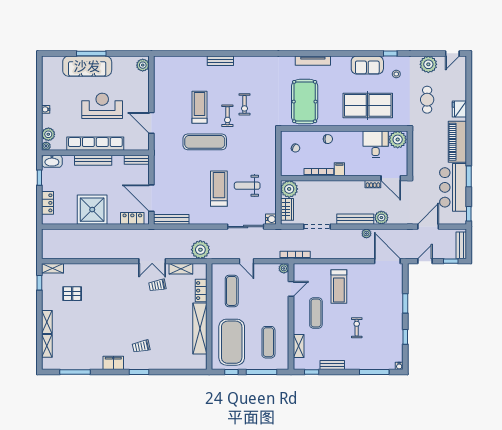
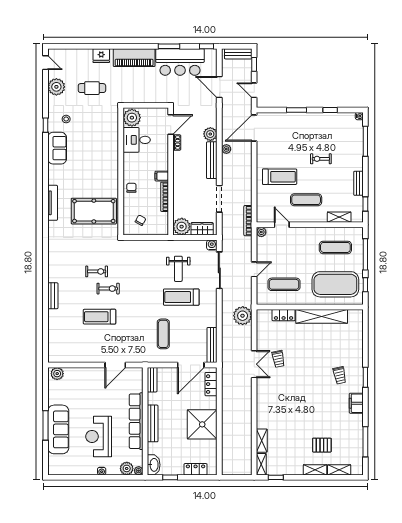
table tennis table: (368, 105) -> (98, 148), removed
reception desk: (102, 106) -> (99, 436), moved
exercise mat: (205, 142) -> (163, 334), moved, width x0.73, depth x0.69
shelving: (181, 269) -> (262, 441), moved
pallet: (72, 294) -> (322, 445), moved, turned 90

